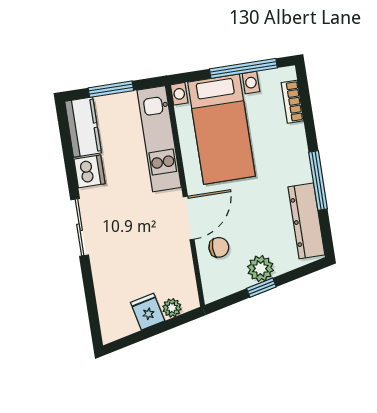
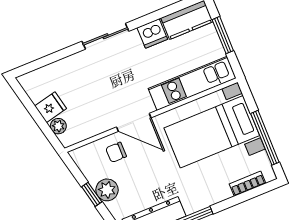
chair: (219, 247) -> (116, 152), turned 90

